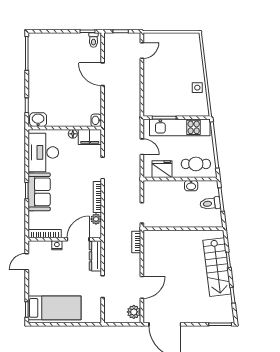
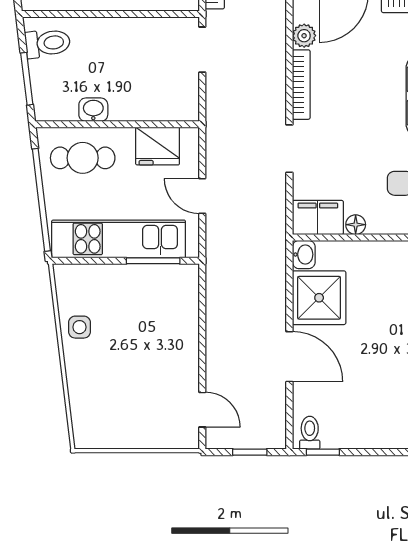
door: (142, 50) -> (202, 410), swing flipped
shower: (89, 101) -> (319, 298), added
toilet: (210, 203) -> (48, 43), moved

